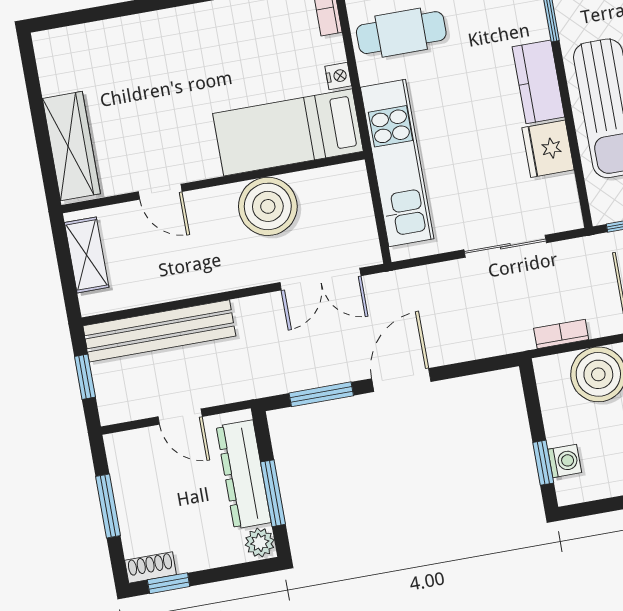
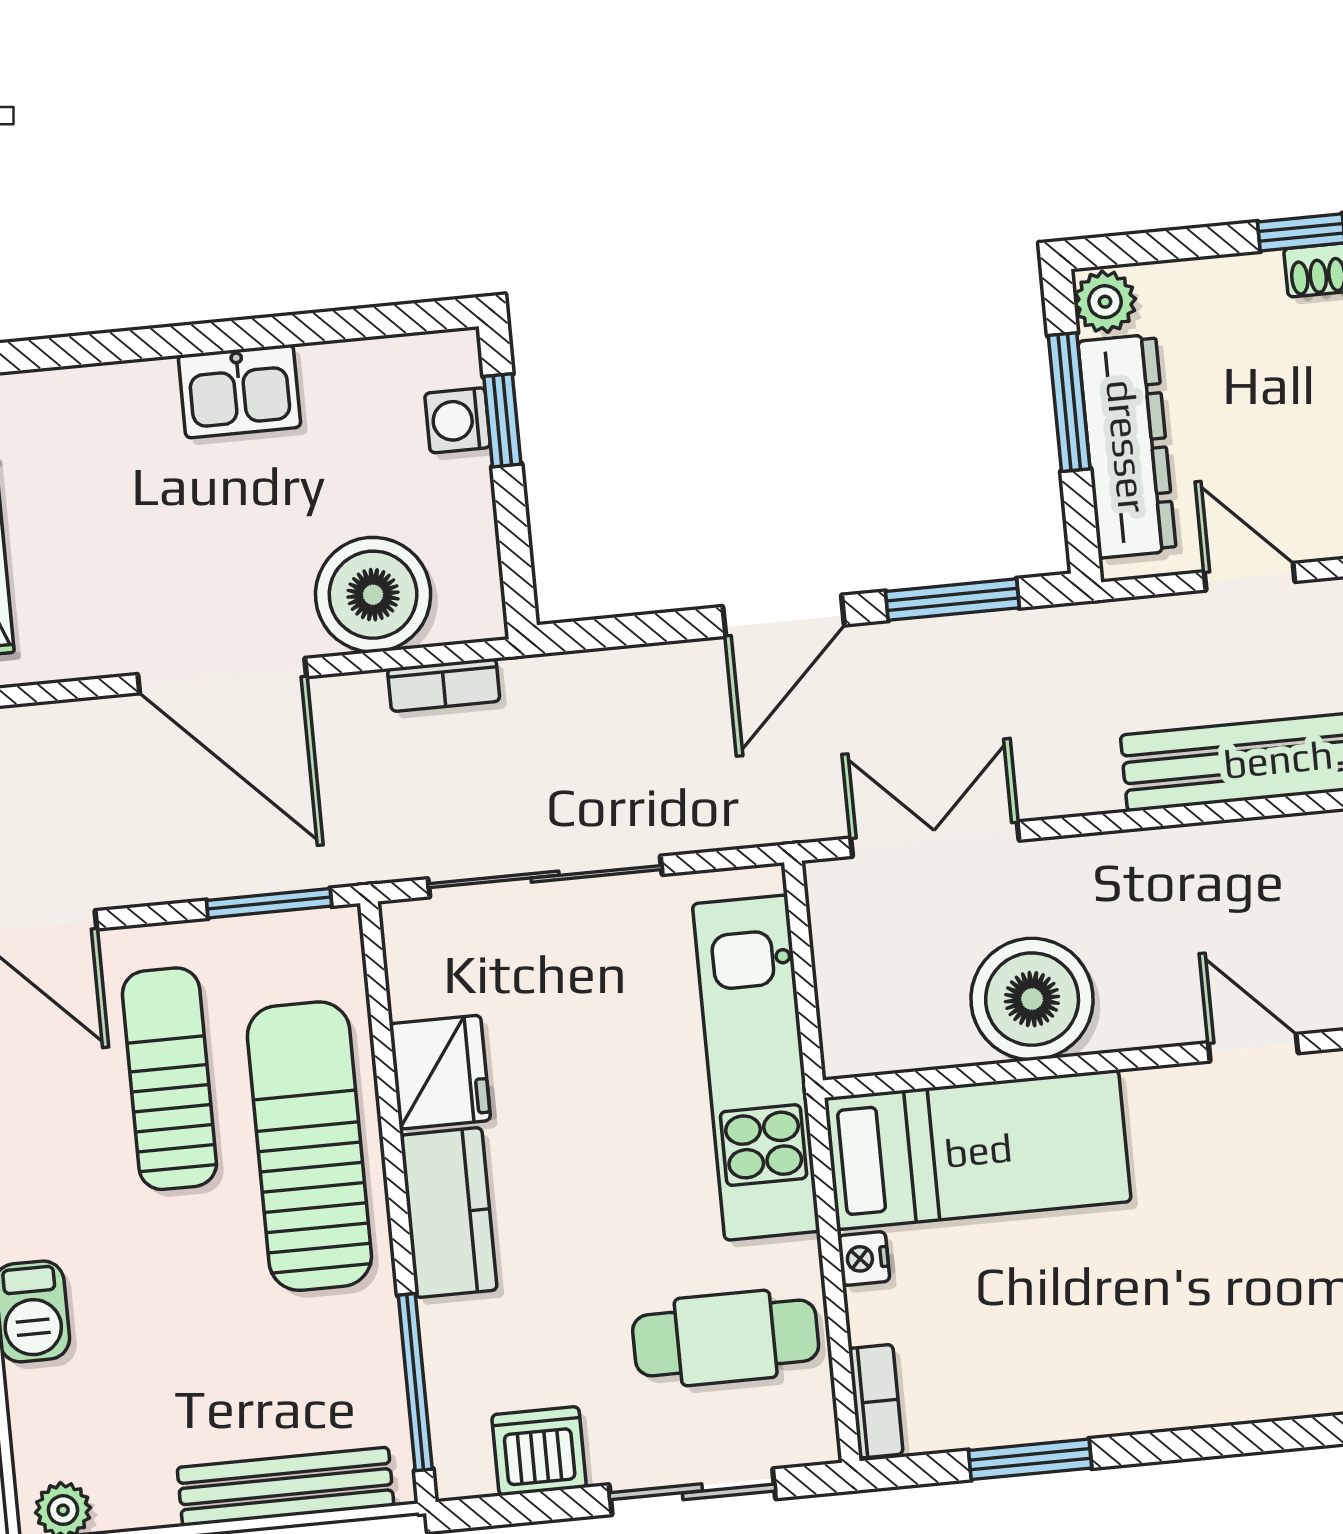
sliding door: (505, 246) -> (545, 877), width x1.37

